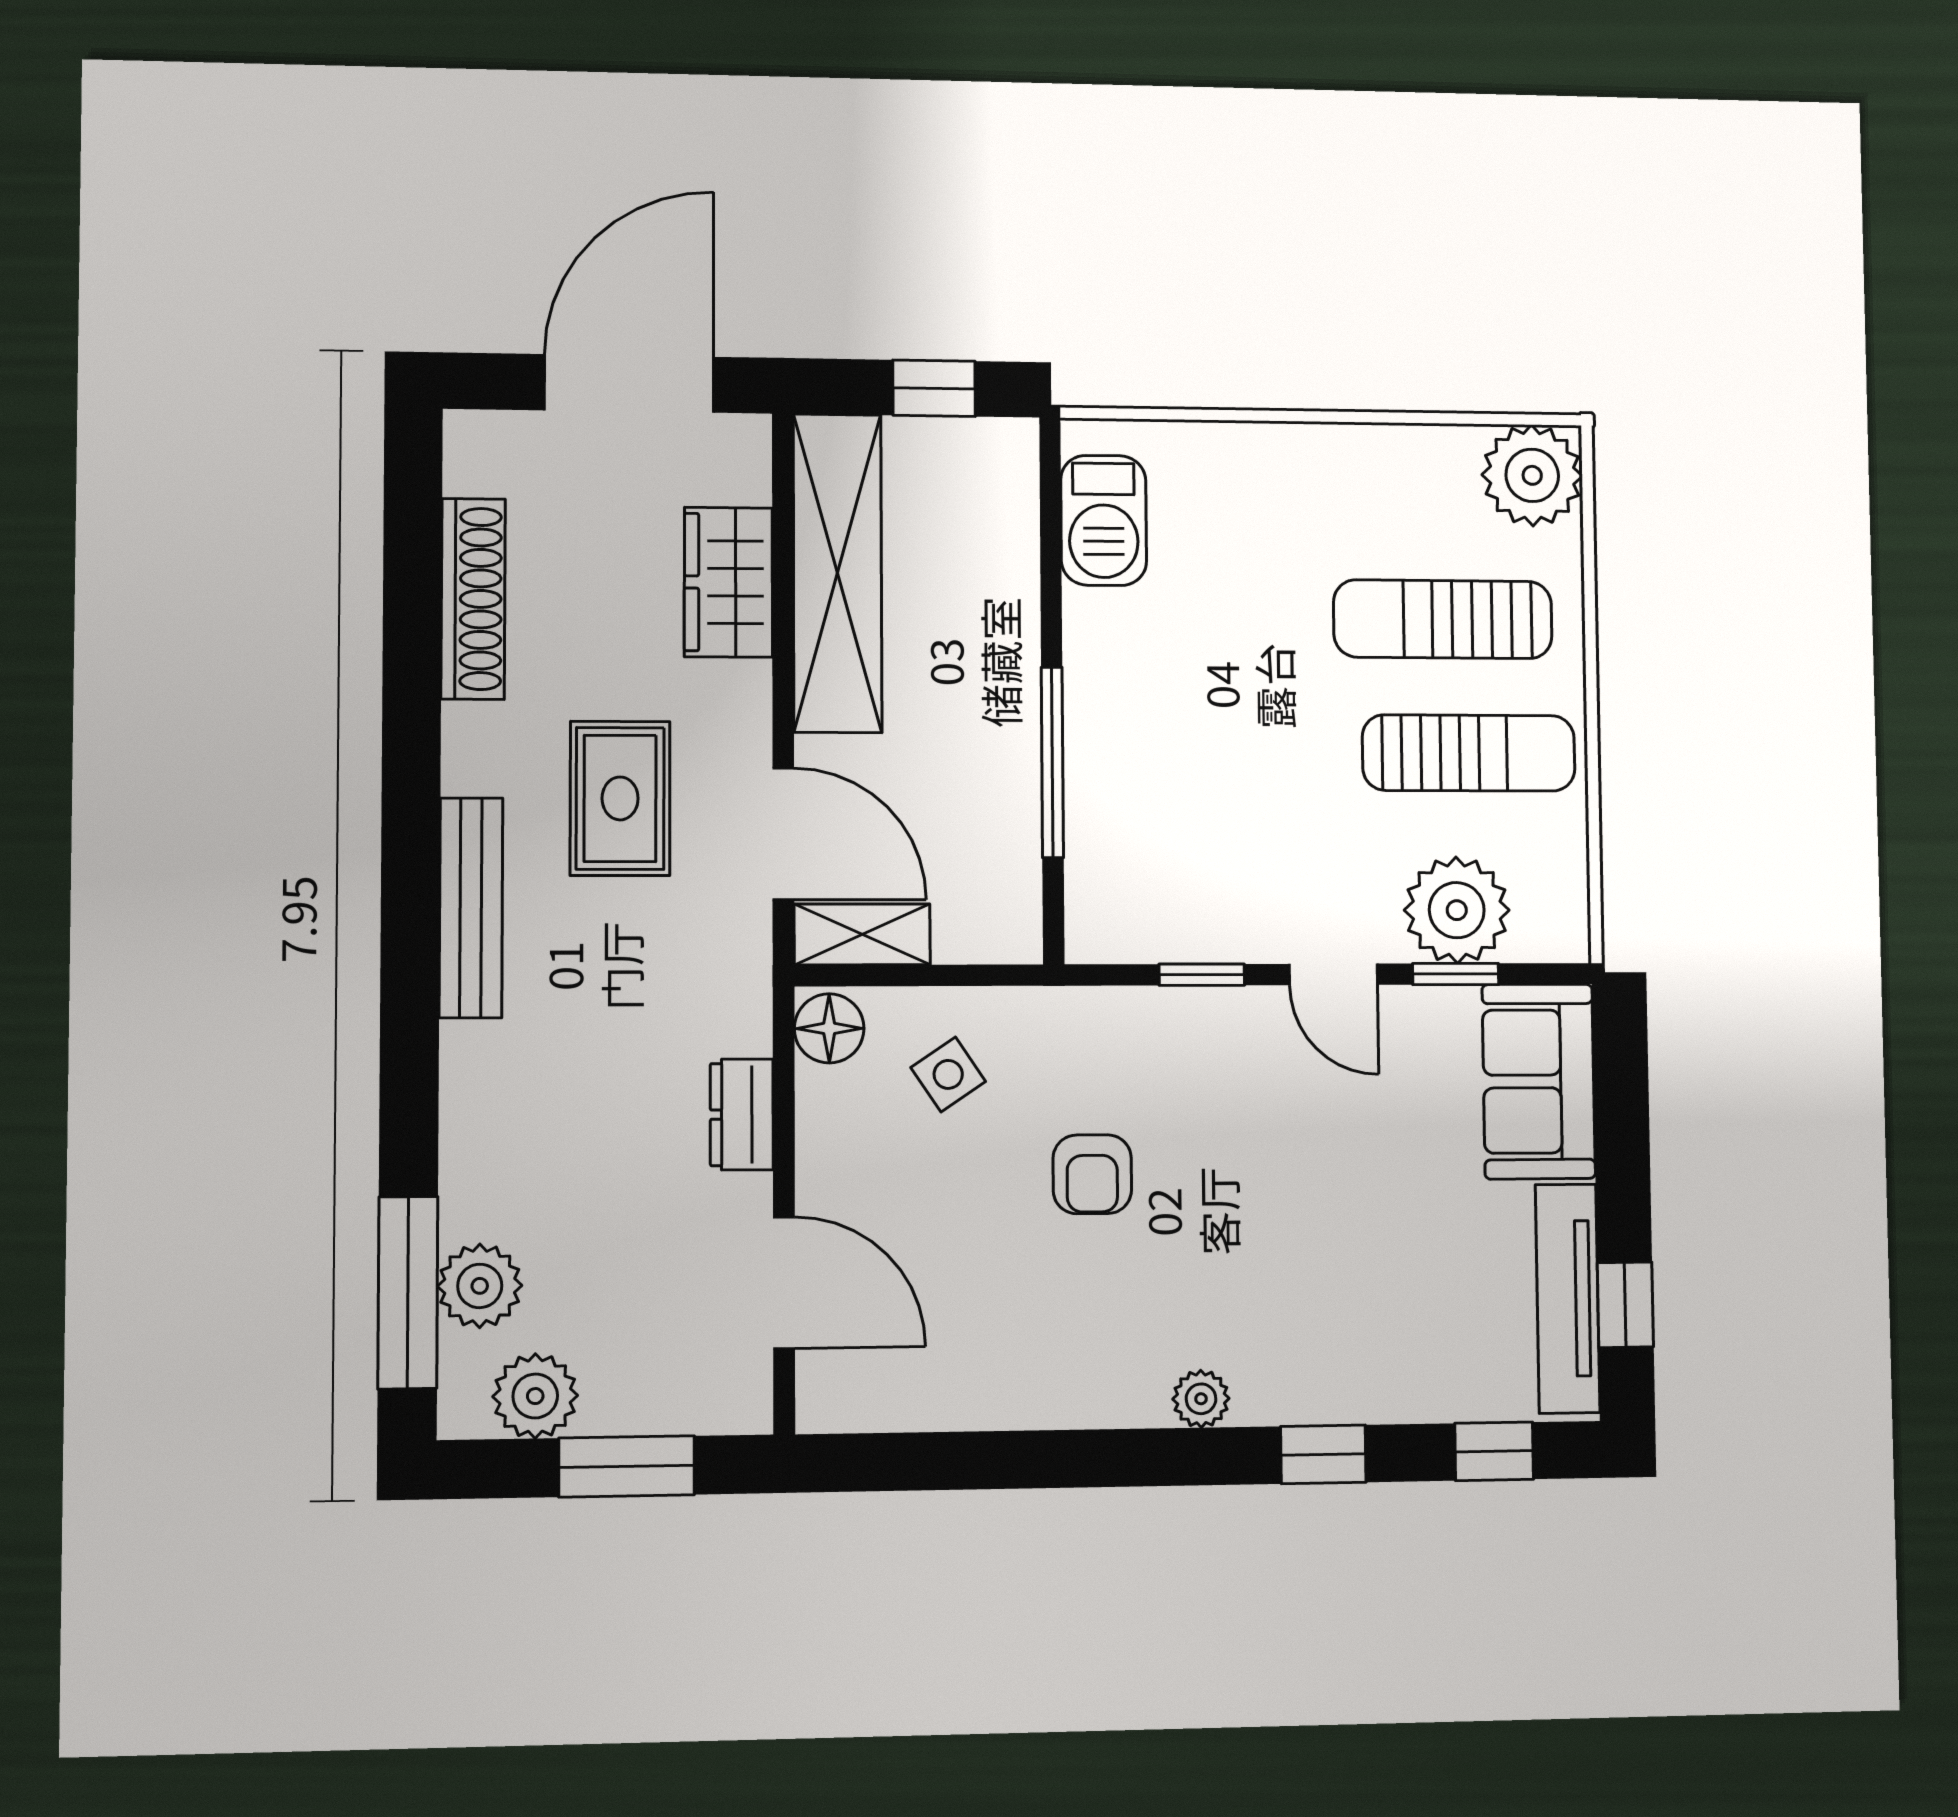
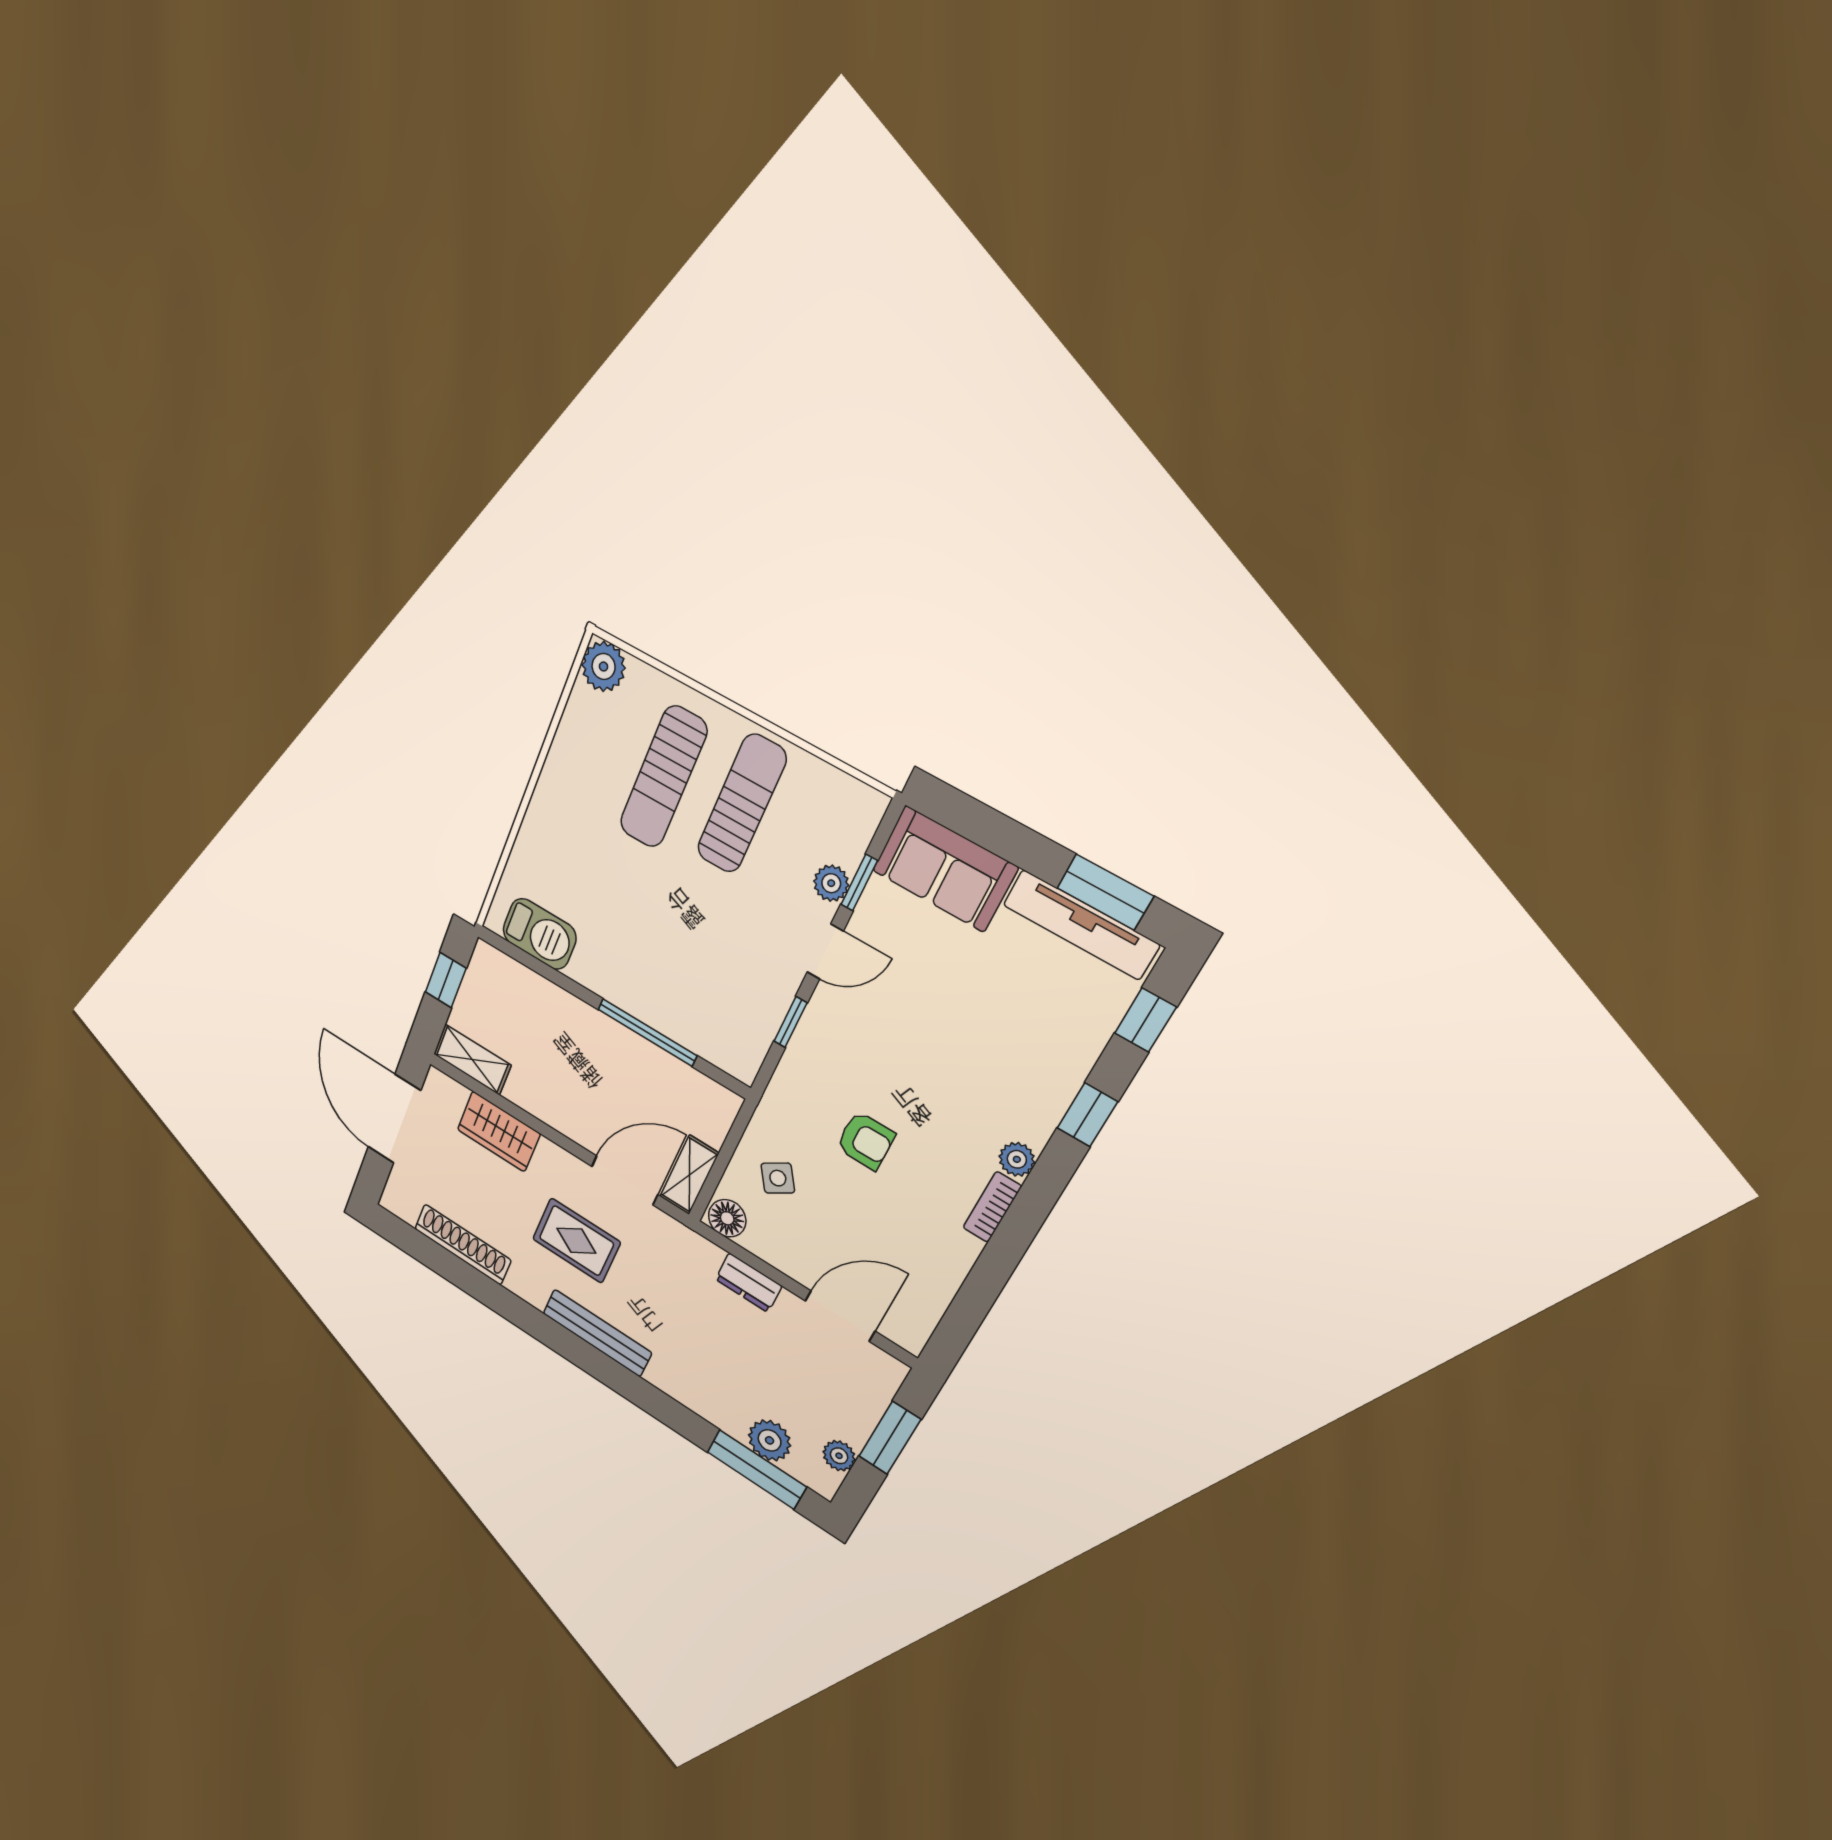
plant: (1532, 475) -> (604, 667), width x0.73, depth x0.73
shelving: (837, 573) -> (472, 1060), width x0.45, depth x0.75
plant: (1457, 910) -> (831, 883), width x0.53, depth x0.53
window: (1625, 1305) -> (1105, 892), width x1.50
plant: (535, 1396) -> (839, 1456), width x0.73, depth x0.73
bookcase: (1109, 1405) -> (992, 1207), added

